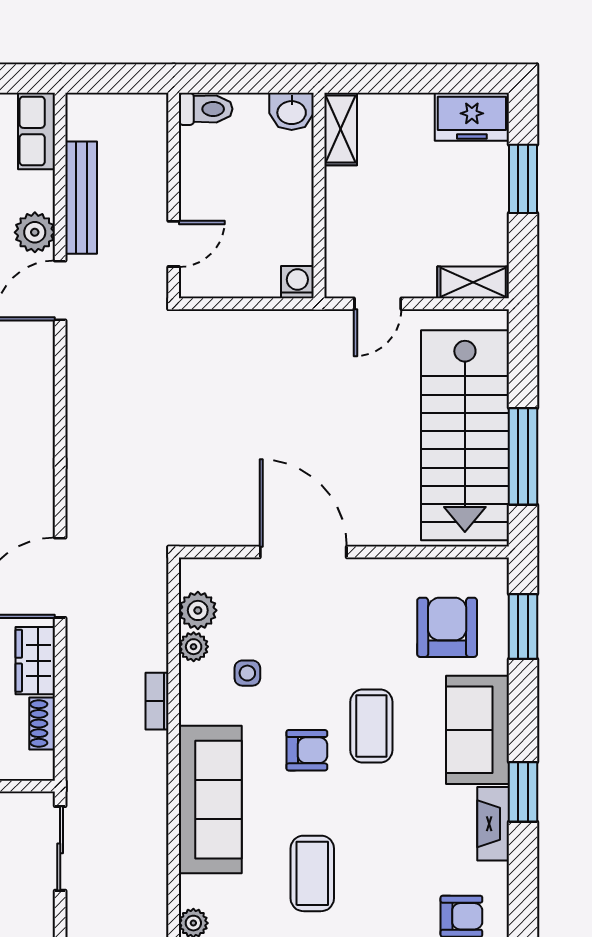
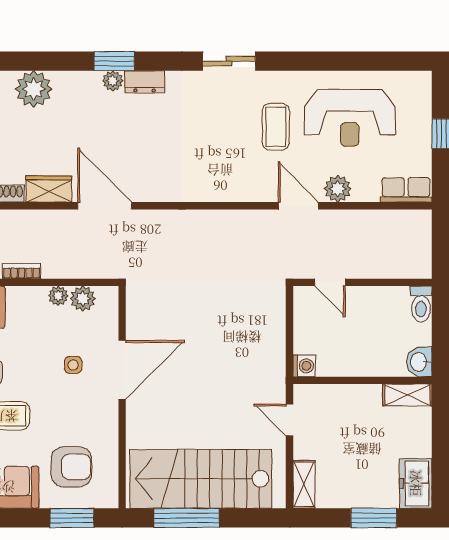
bench: (81, 198) -> (361, 220), removed
side table: (247, 673) -> (73, 365), moved

